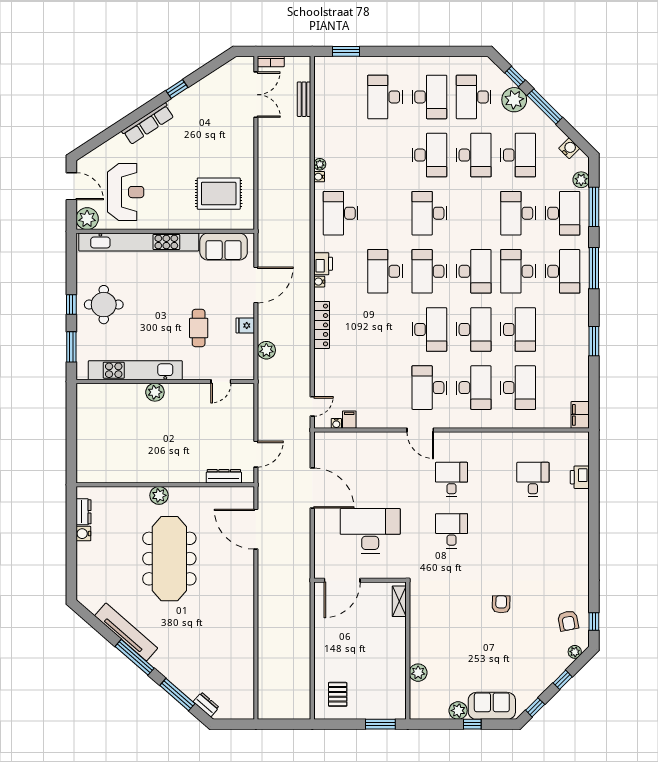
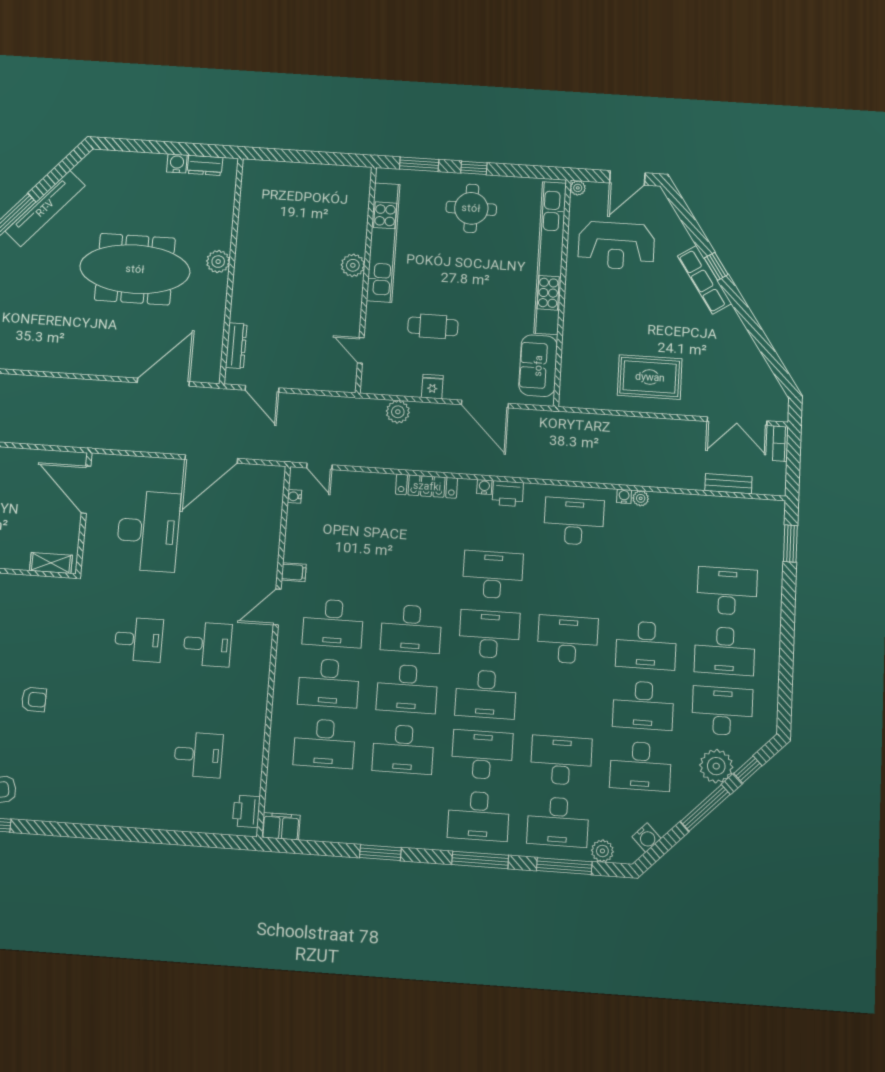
window: (177, 89) -> (716, 266), moved
rug: (219, 194) -> (650, 377), moved, turned 90
plant: (87, 219) -> (578, 188), width x0.53, depth x0.53
desk: (429, 388) -> (333, 623), turned 180
filing cabinet: (349, 420) -> (294, 572), moved
printer: (580, 477) -> (246, 811), moved, turned -90

